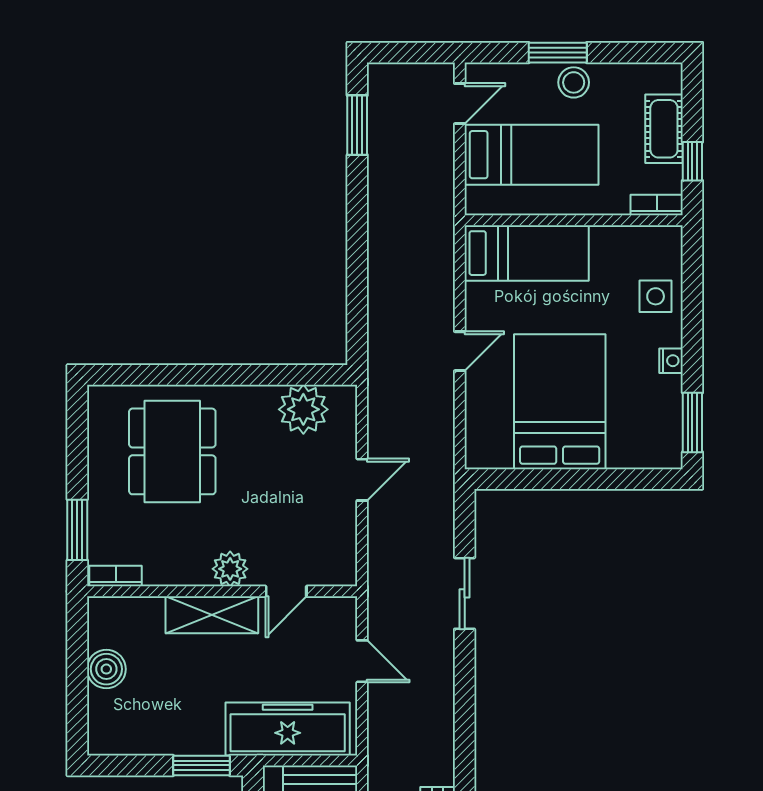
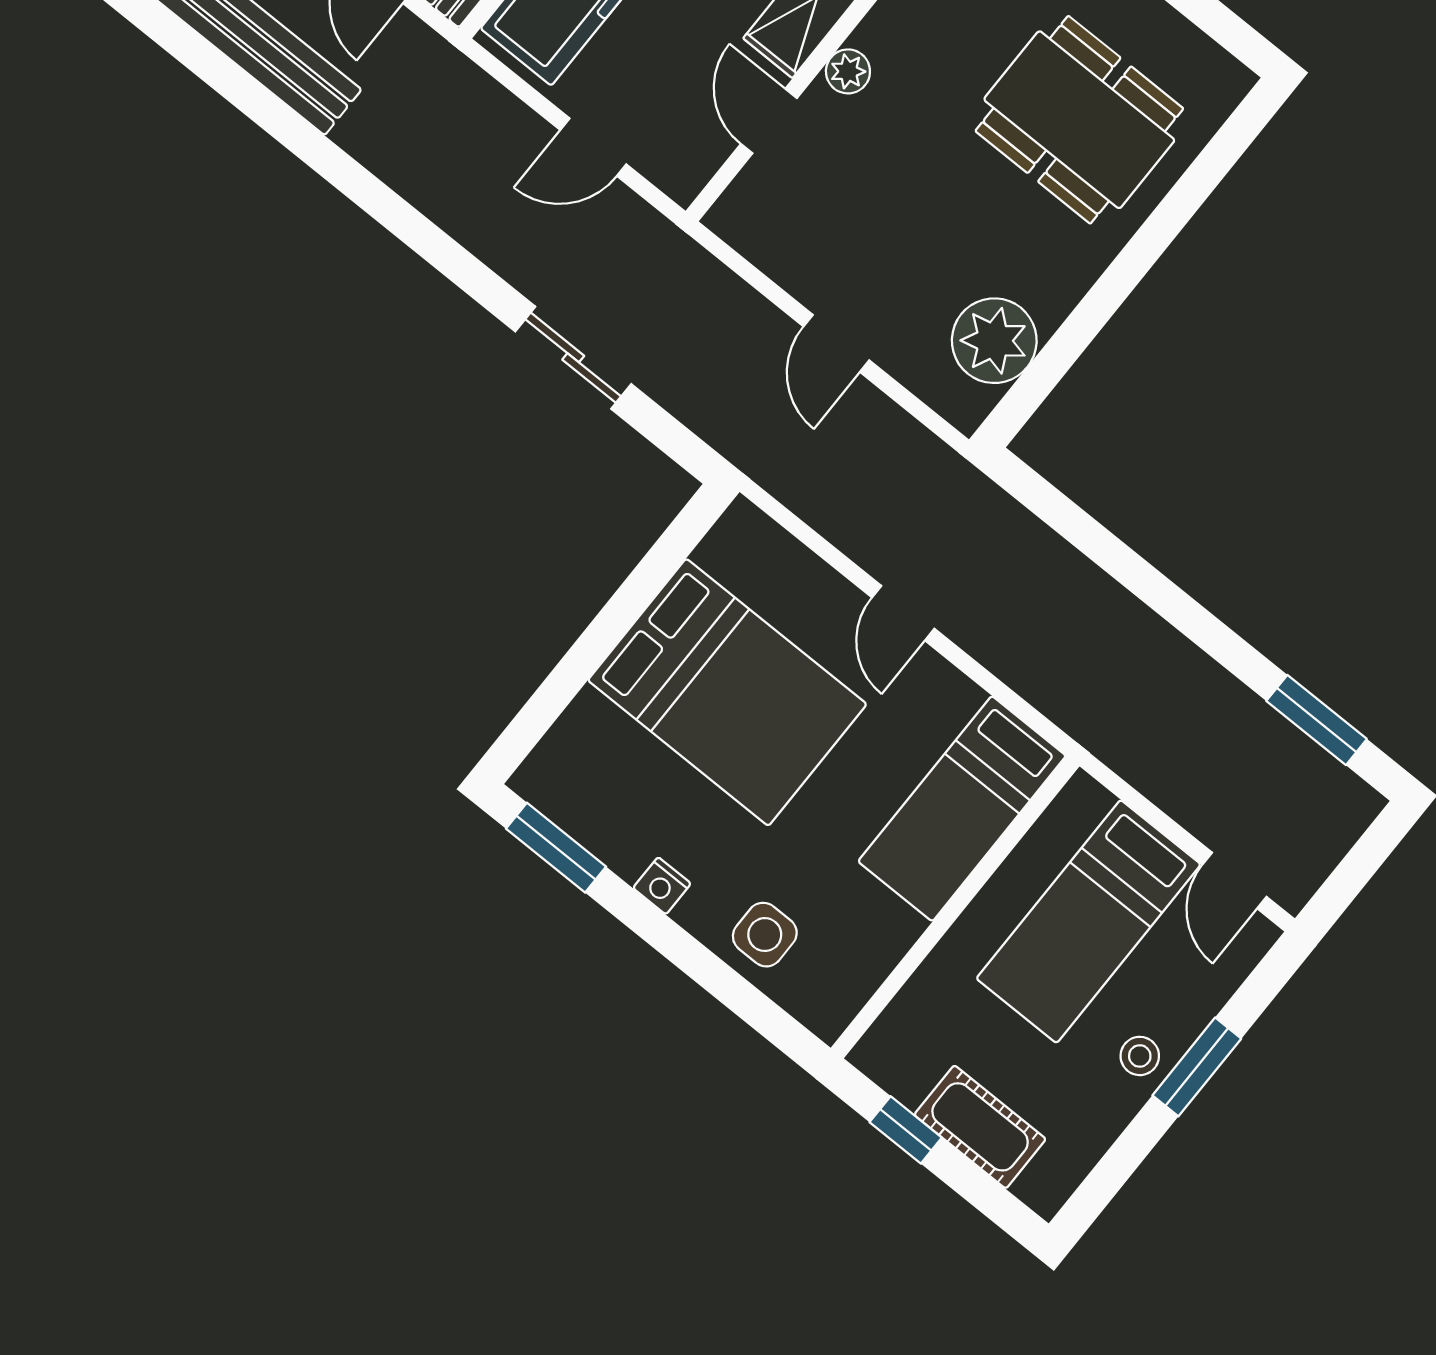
stool: (574, 82) -> (1140, 1056), width x0.73, depth x0.73
bookcase: (657, 205) -> (886, 1035), removed
plant: (230, 569) -> (848, 71), width x0.73, depth x0.73

